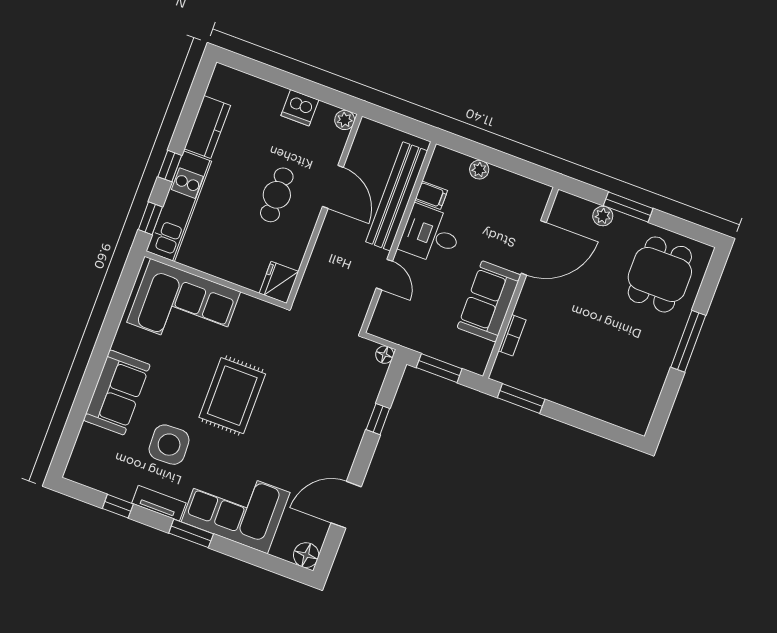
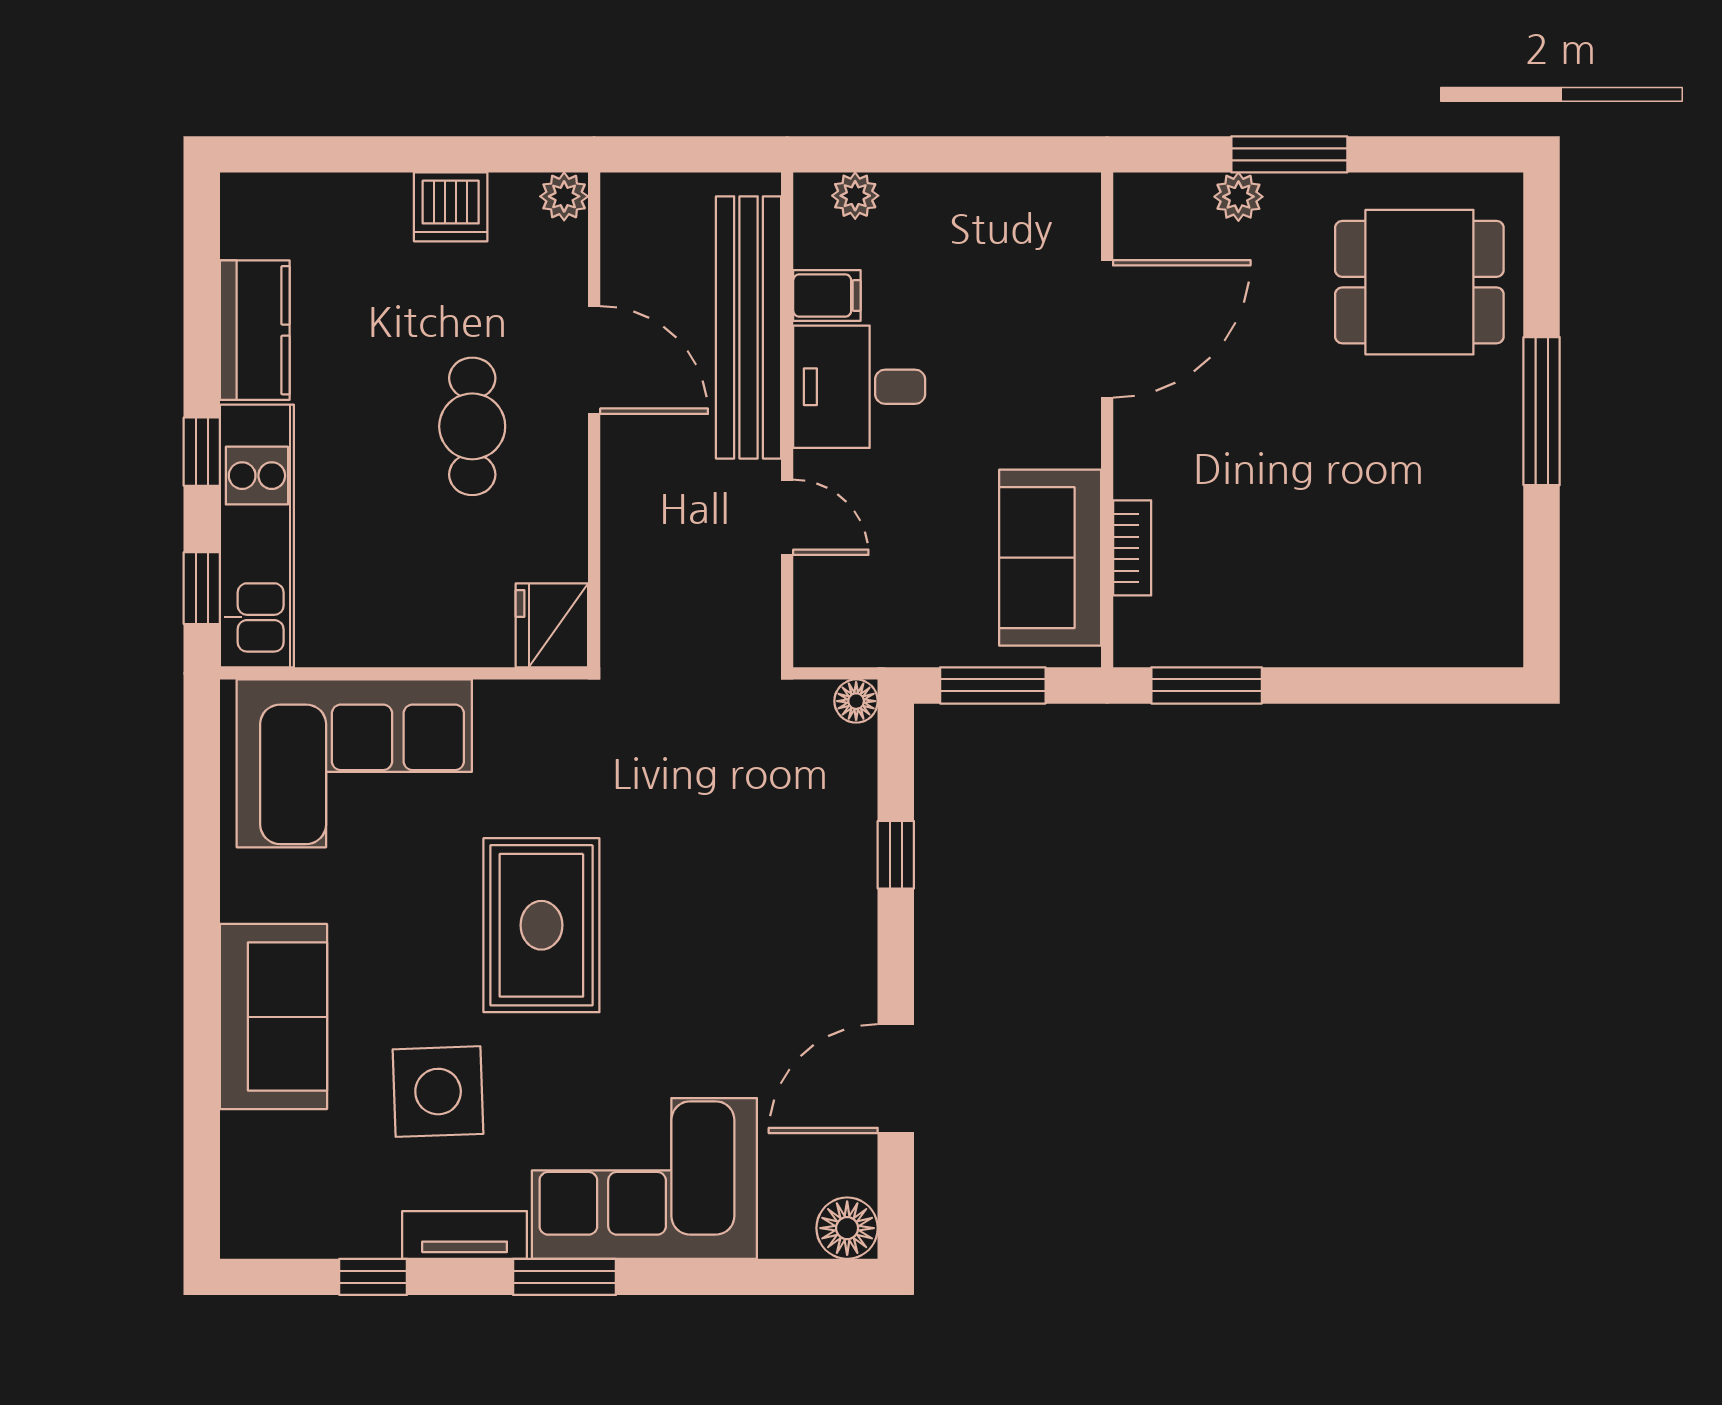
plant: (479, 170) -> (855, 196), moved
dining table: (660, 274) -> (1419, 282), turned 90
sofa: (489, 301) -> (1050, 558), moved

